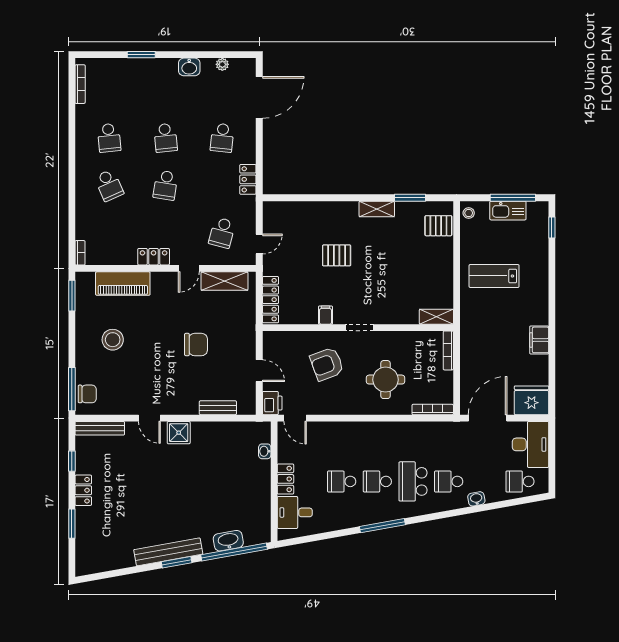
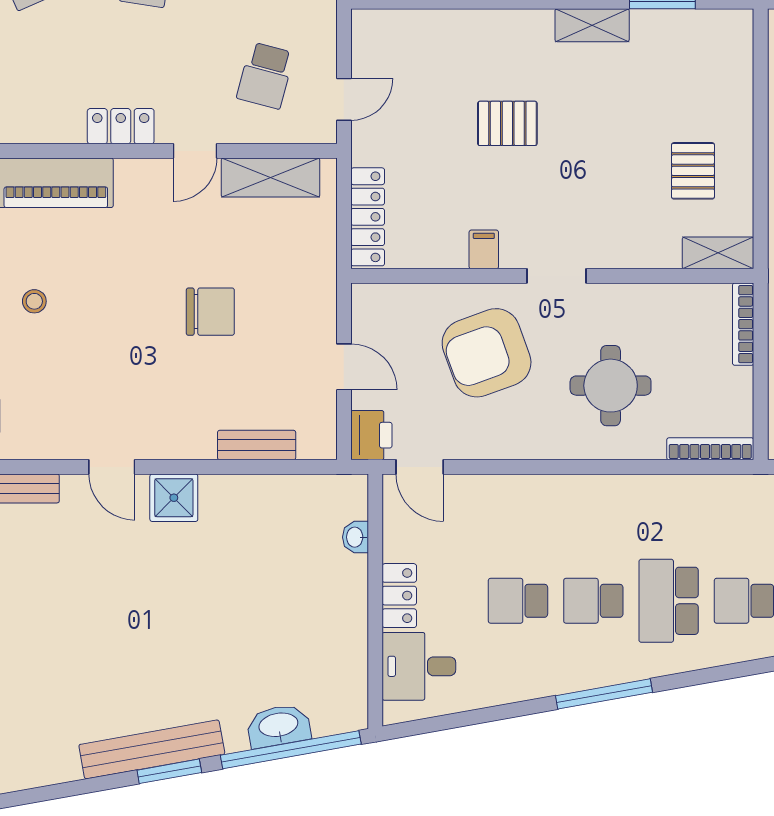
pallet: (438, 226) -> (693, 171), moved, turned 90
stool: (113, 340) -> (34, 301), width x0.53, depth x0.53
armchair: (327, 364) -> (487, 353), width x1.36, depth x1.36

